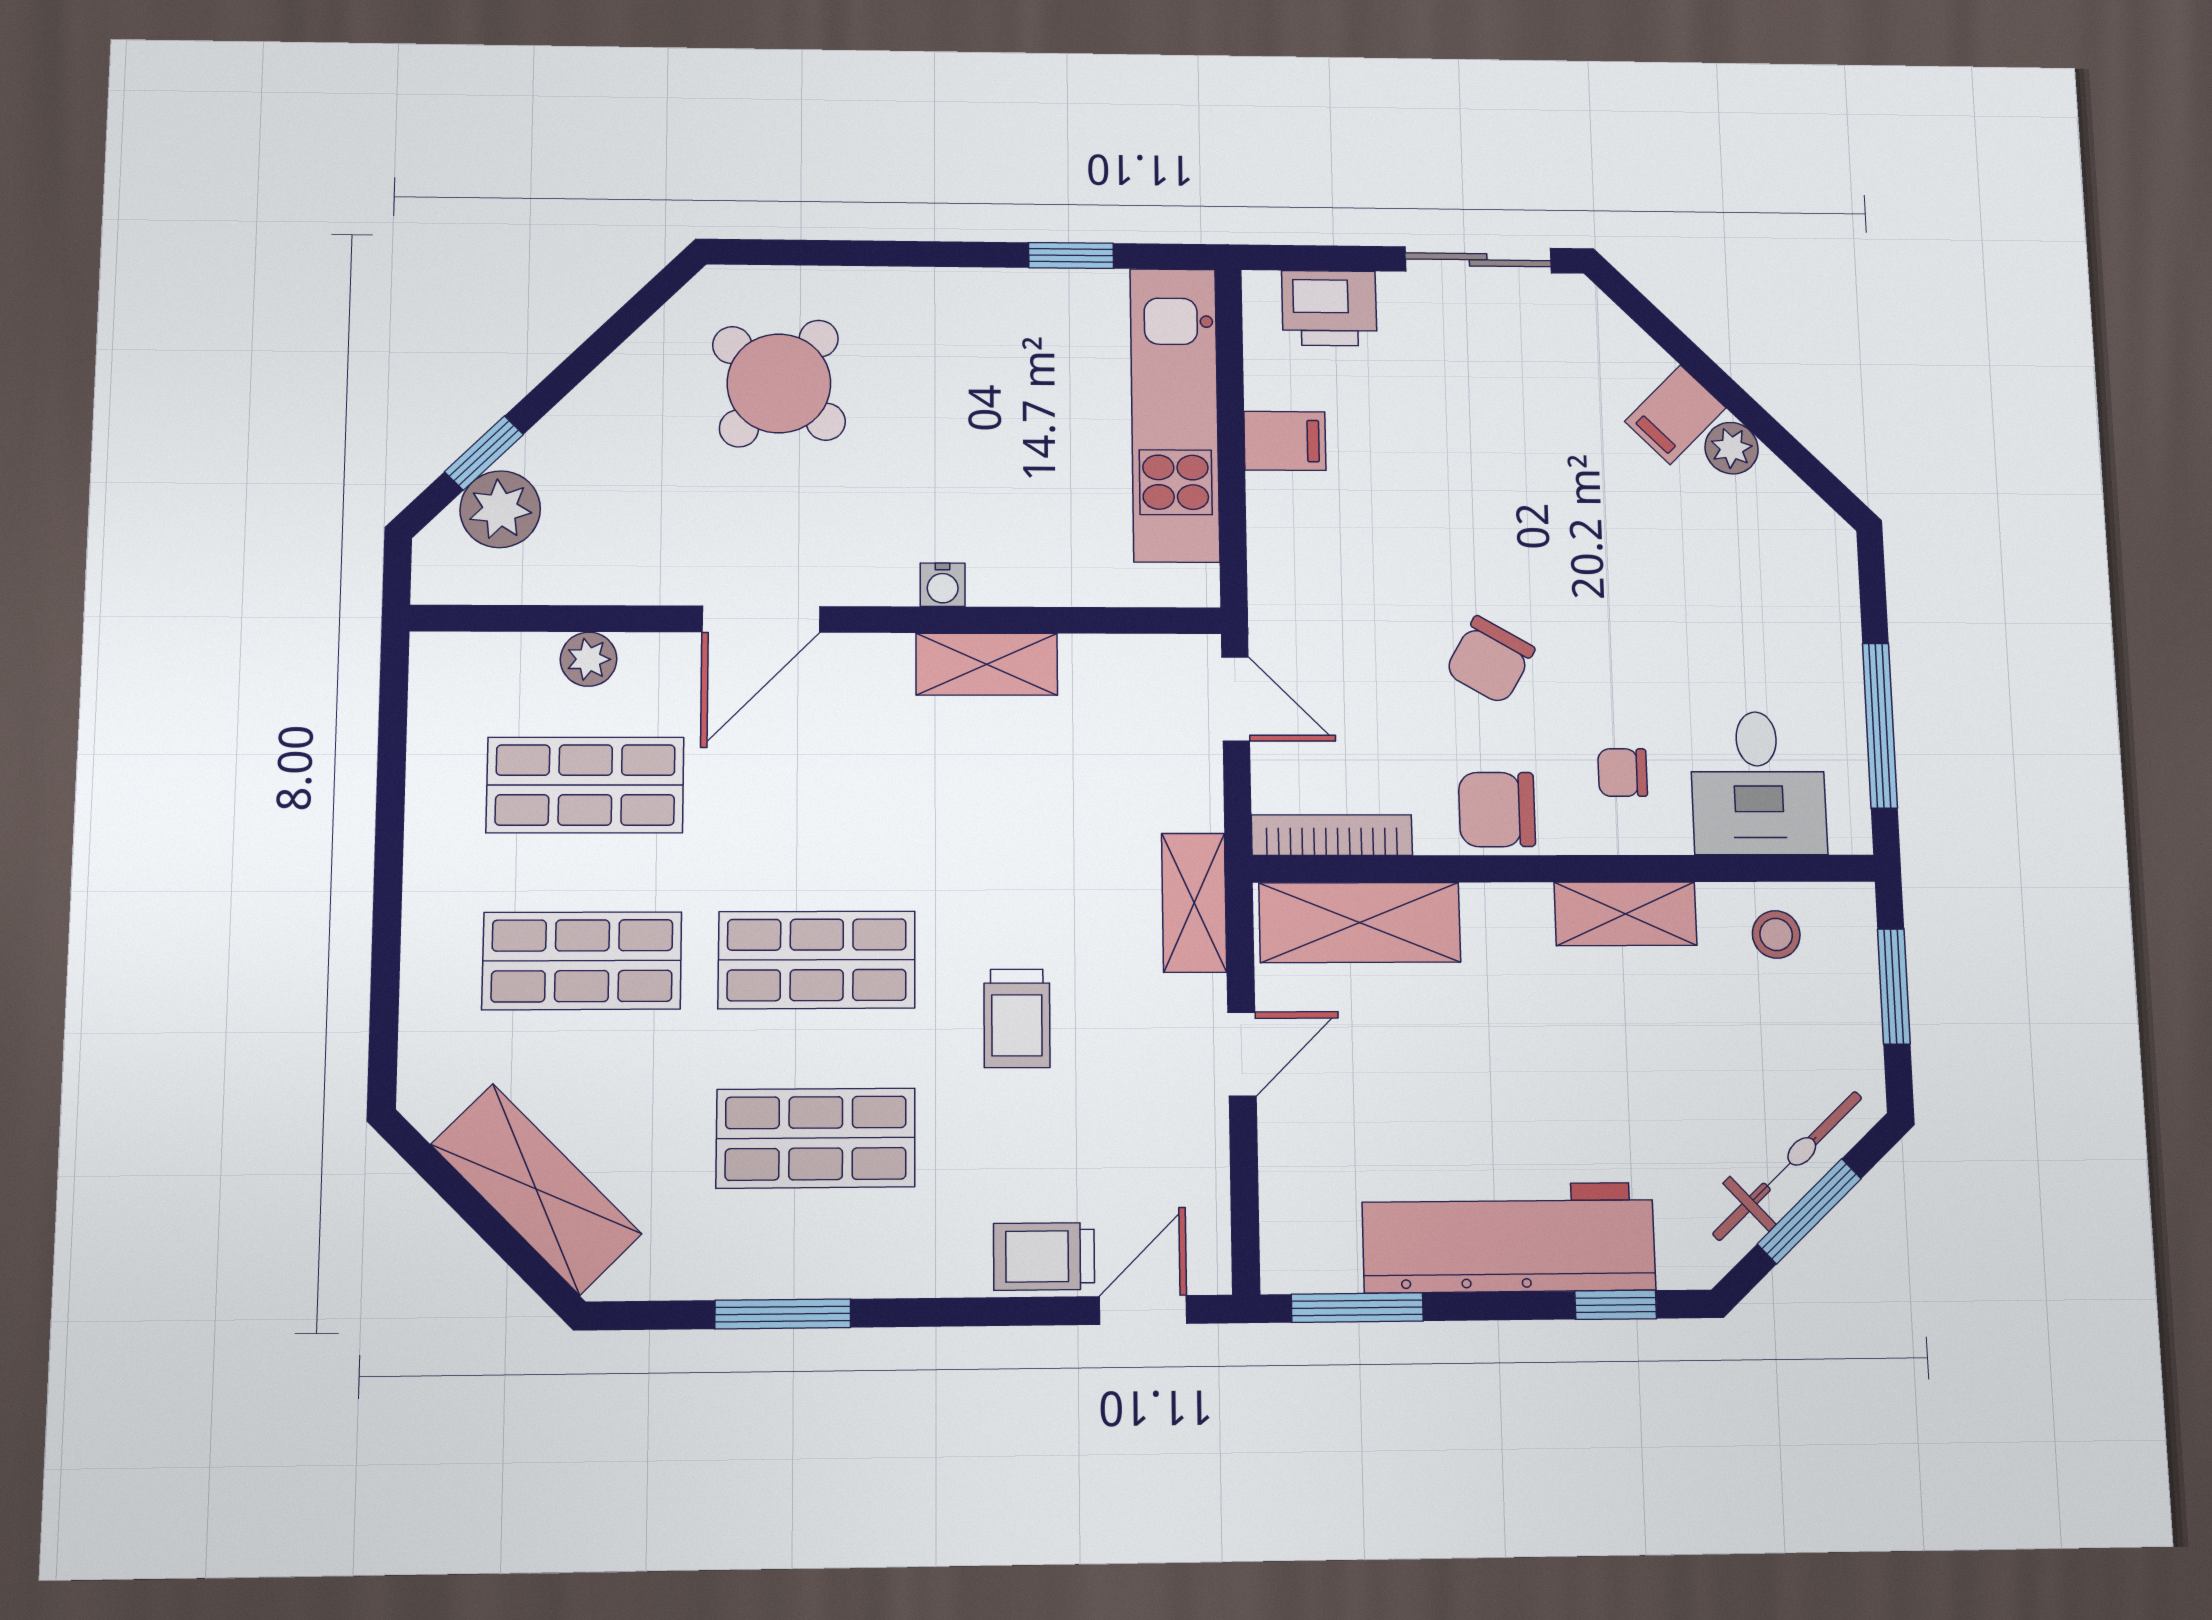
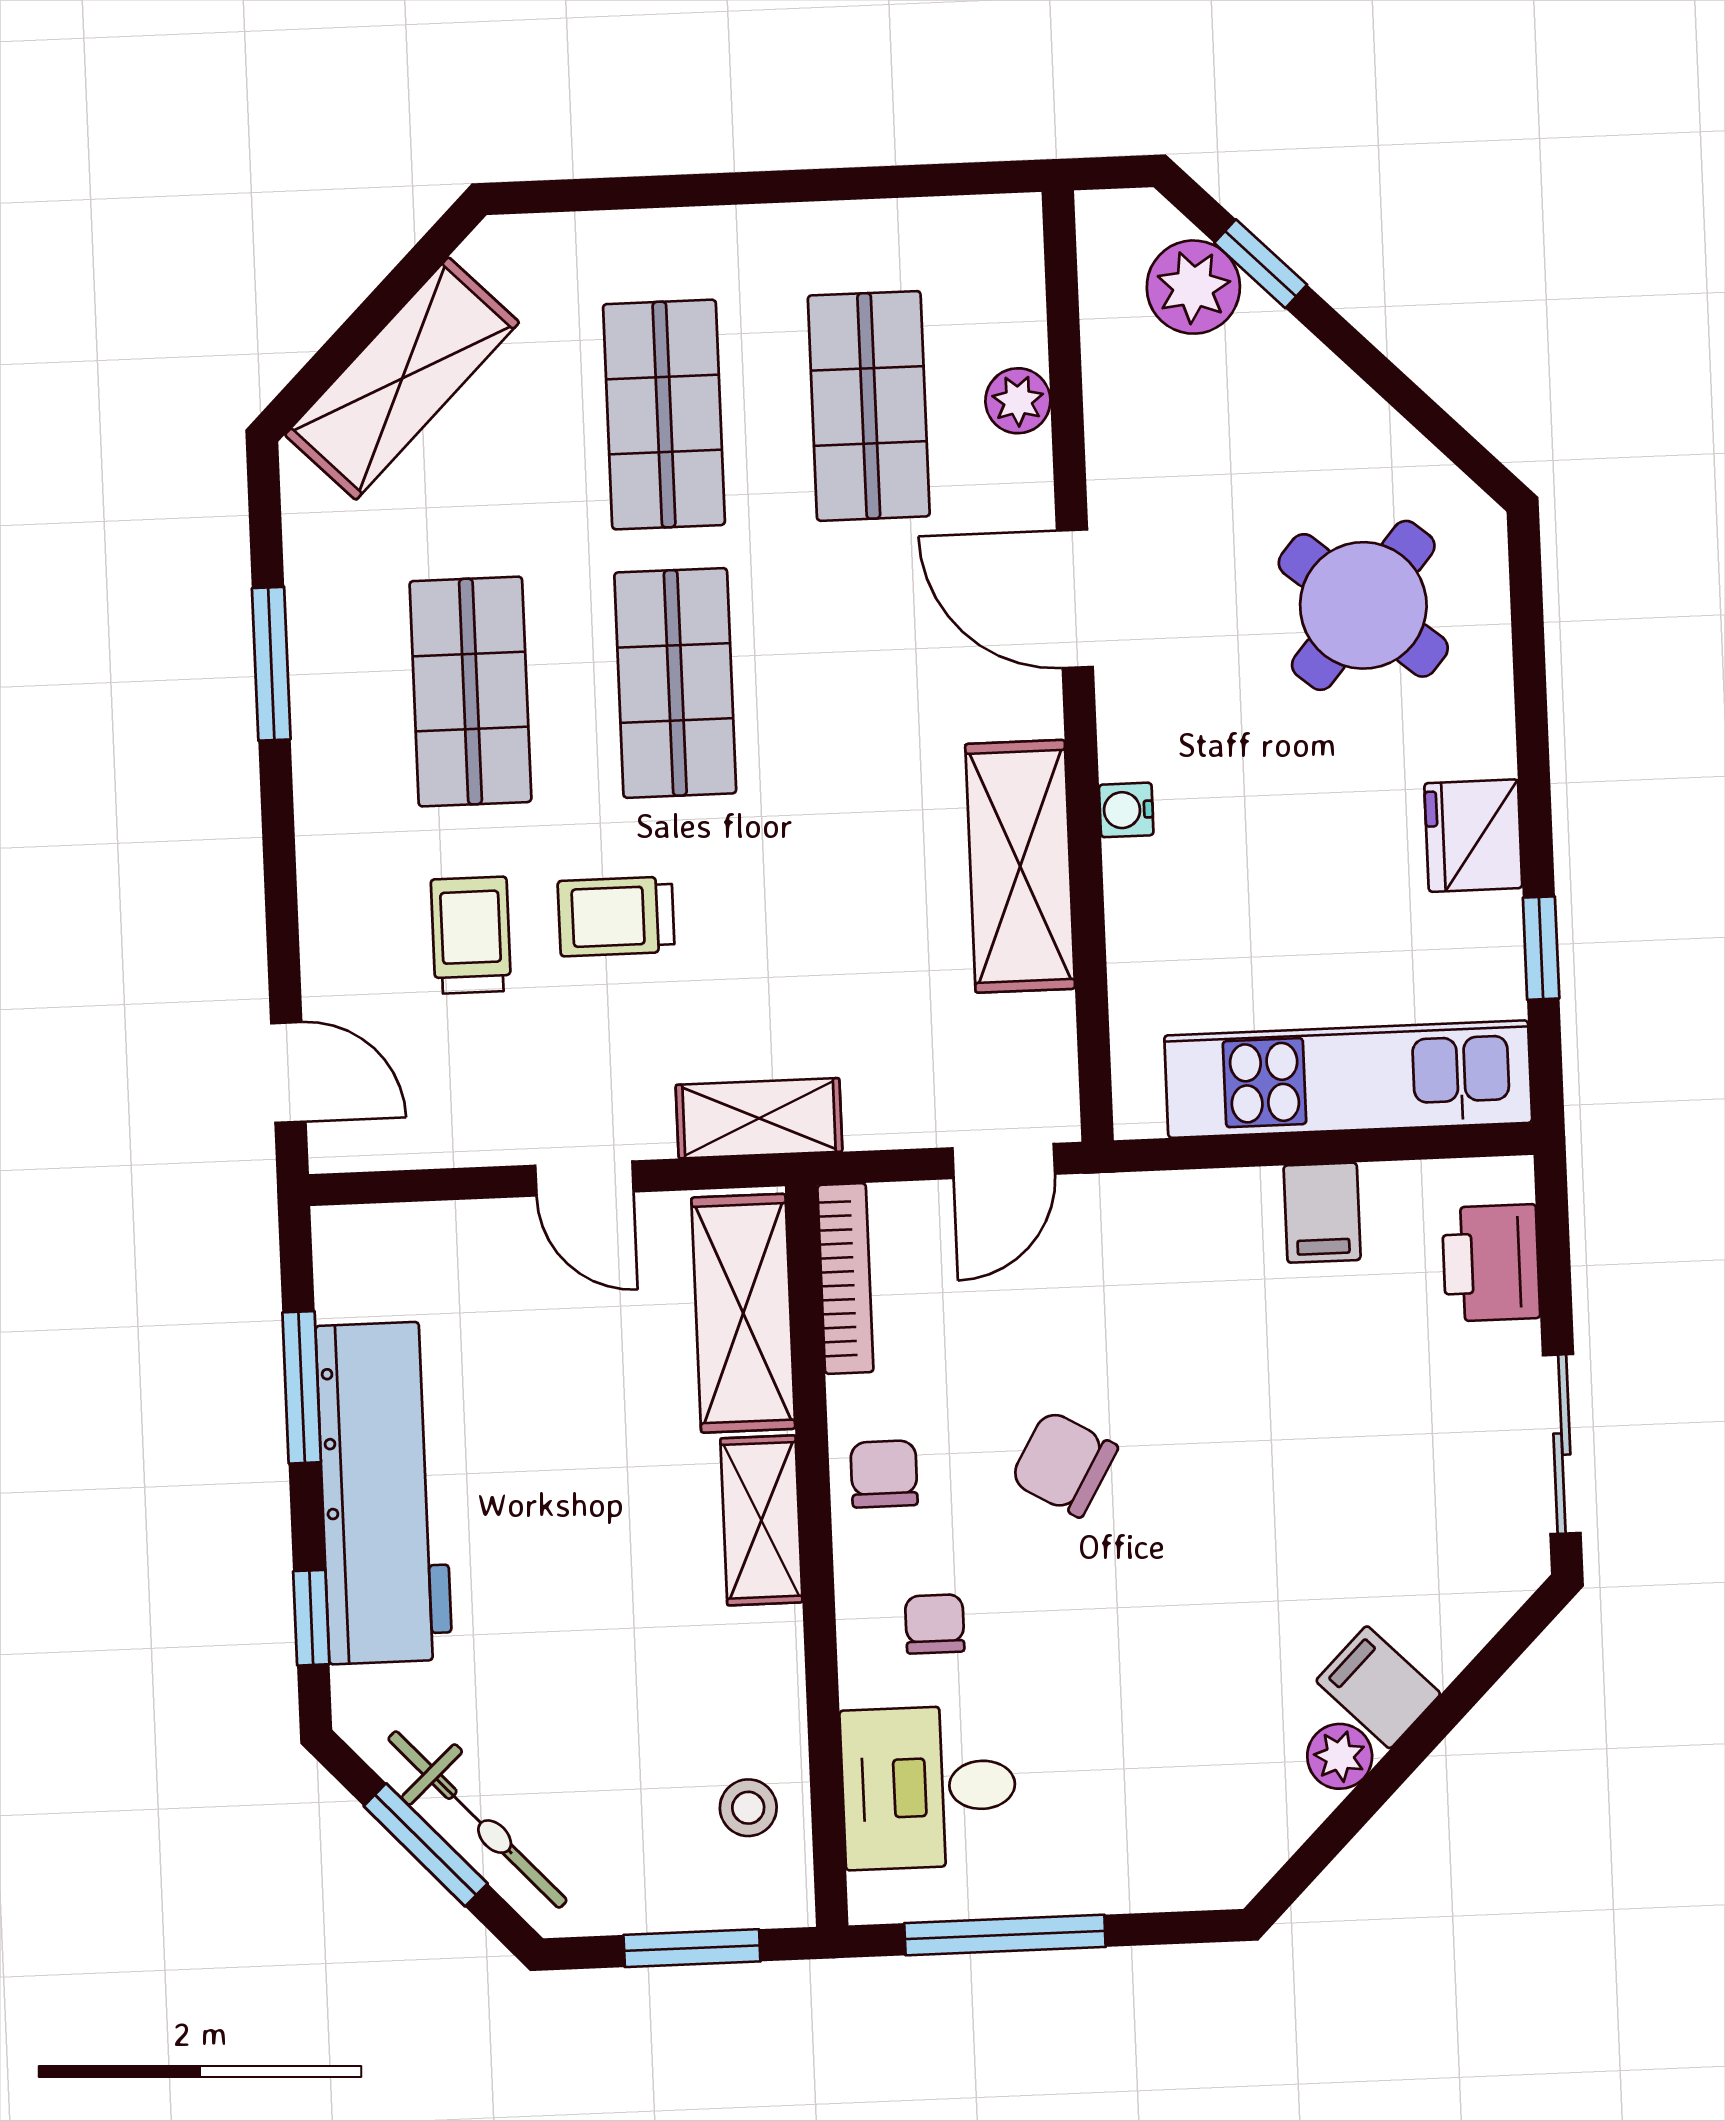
fridge: (976, 305) -> (1473, 836), added
shelving: (987, 664) -> (1020, 866), width x1.50, depth x1.33
chair: (1497, 810) -> (884, 1474), width x0.73, depth x0.73
shelving: (1626, 914) -> (761, 1520), moved
trolley: (1044, 1256) -> (471, 935), moved
window: (1357, 1308) -> (302, 1387), moved

